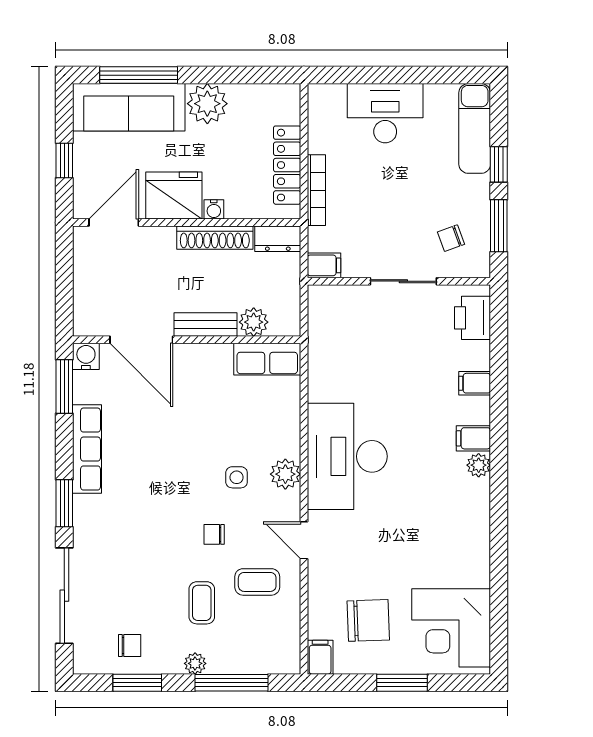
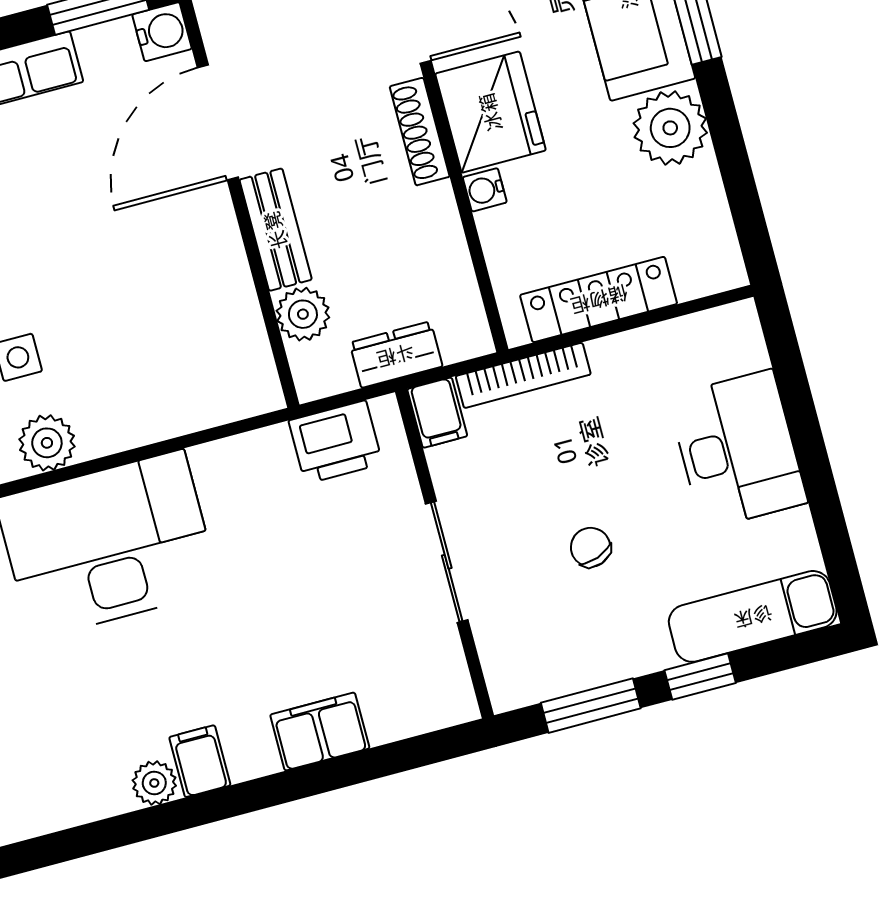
bookcase: (316, 190) -> (523, 375), moved
shoe rack: (215, 238) -> (420, 132), moved, width x0.74, depth x0.81
chair: (451, 238) -> (591, 547), moved
dresser: (278, 239) -> (396, 355), moved, turned 90
printer: (473, 318) -> (335, 442), moved, turned 180
row of seats: (267, 359) -> (243, 356), removed
filing cabinet: (475, 383) -> (320, 732), width x2.00

